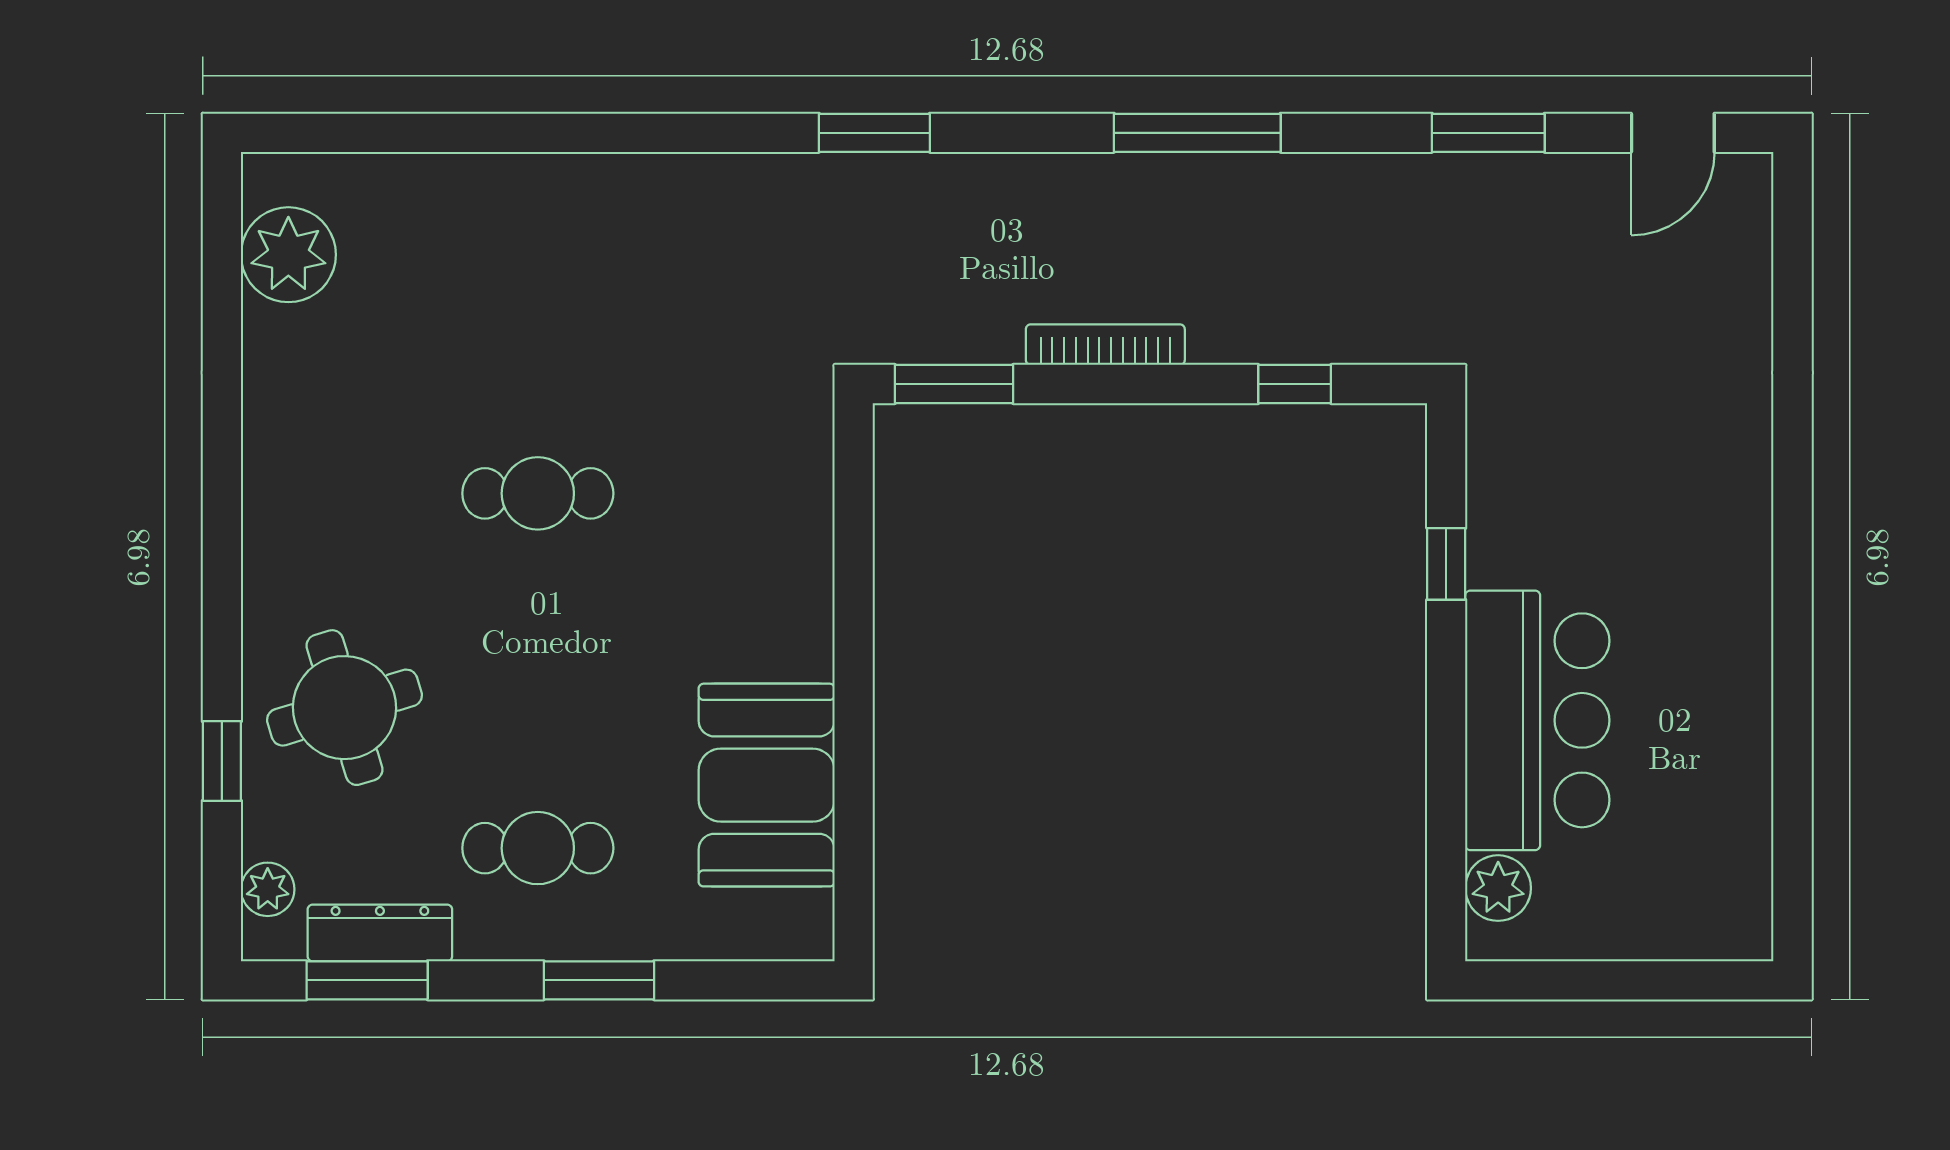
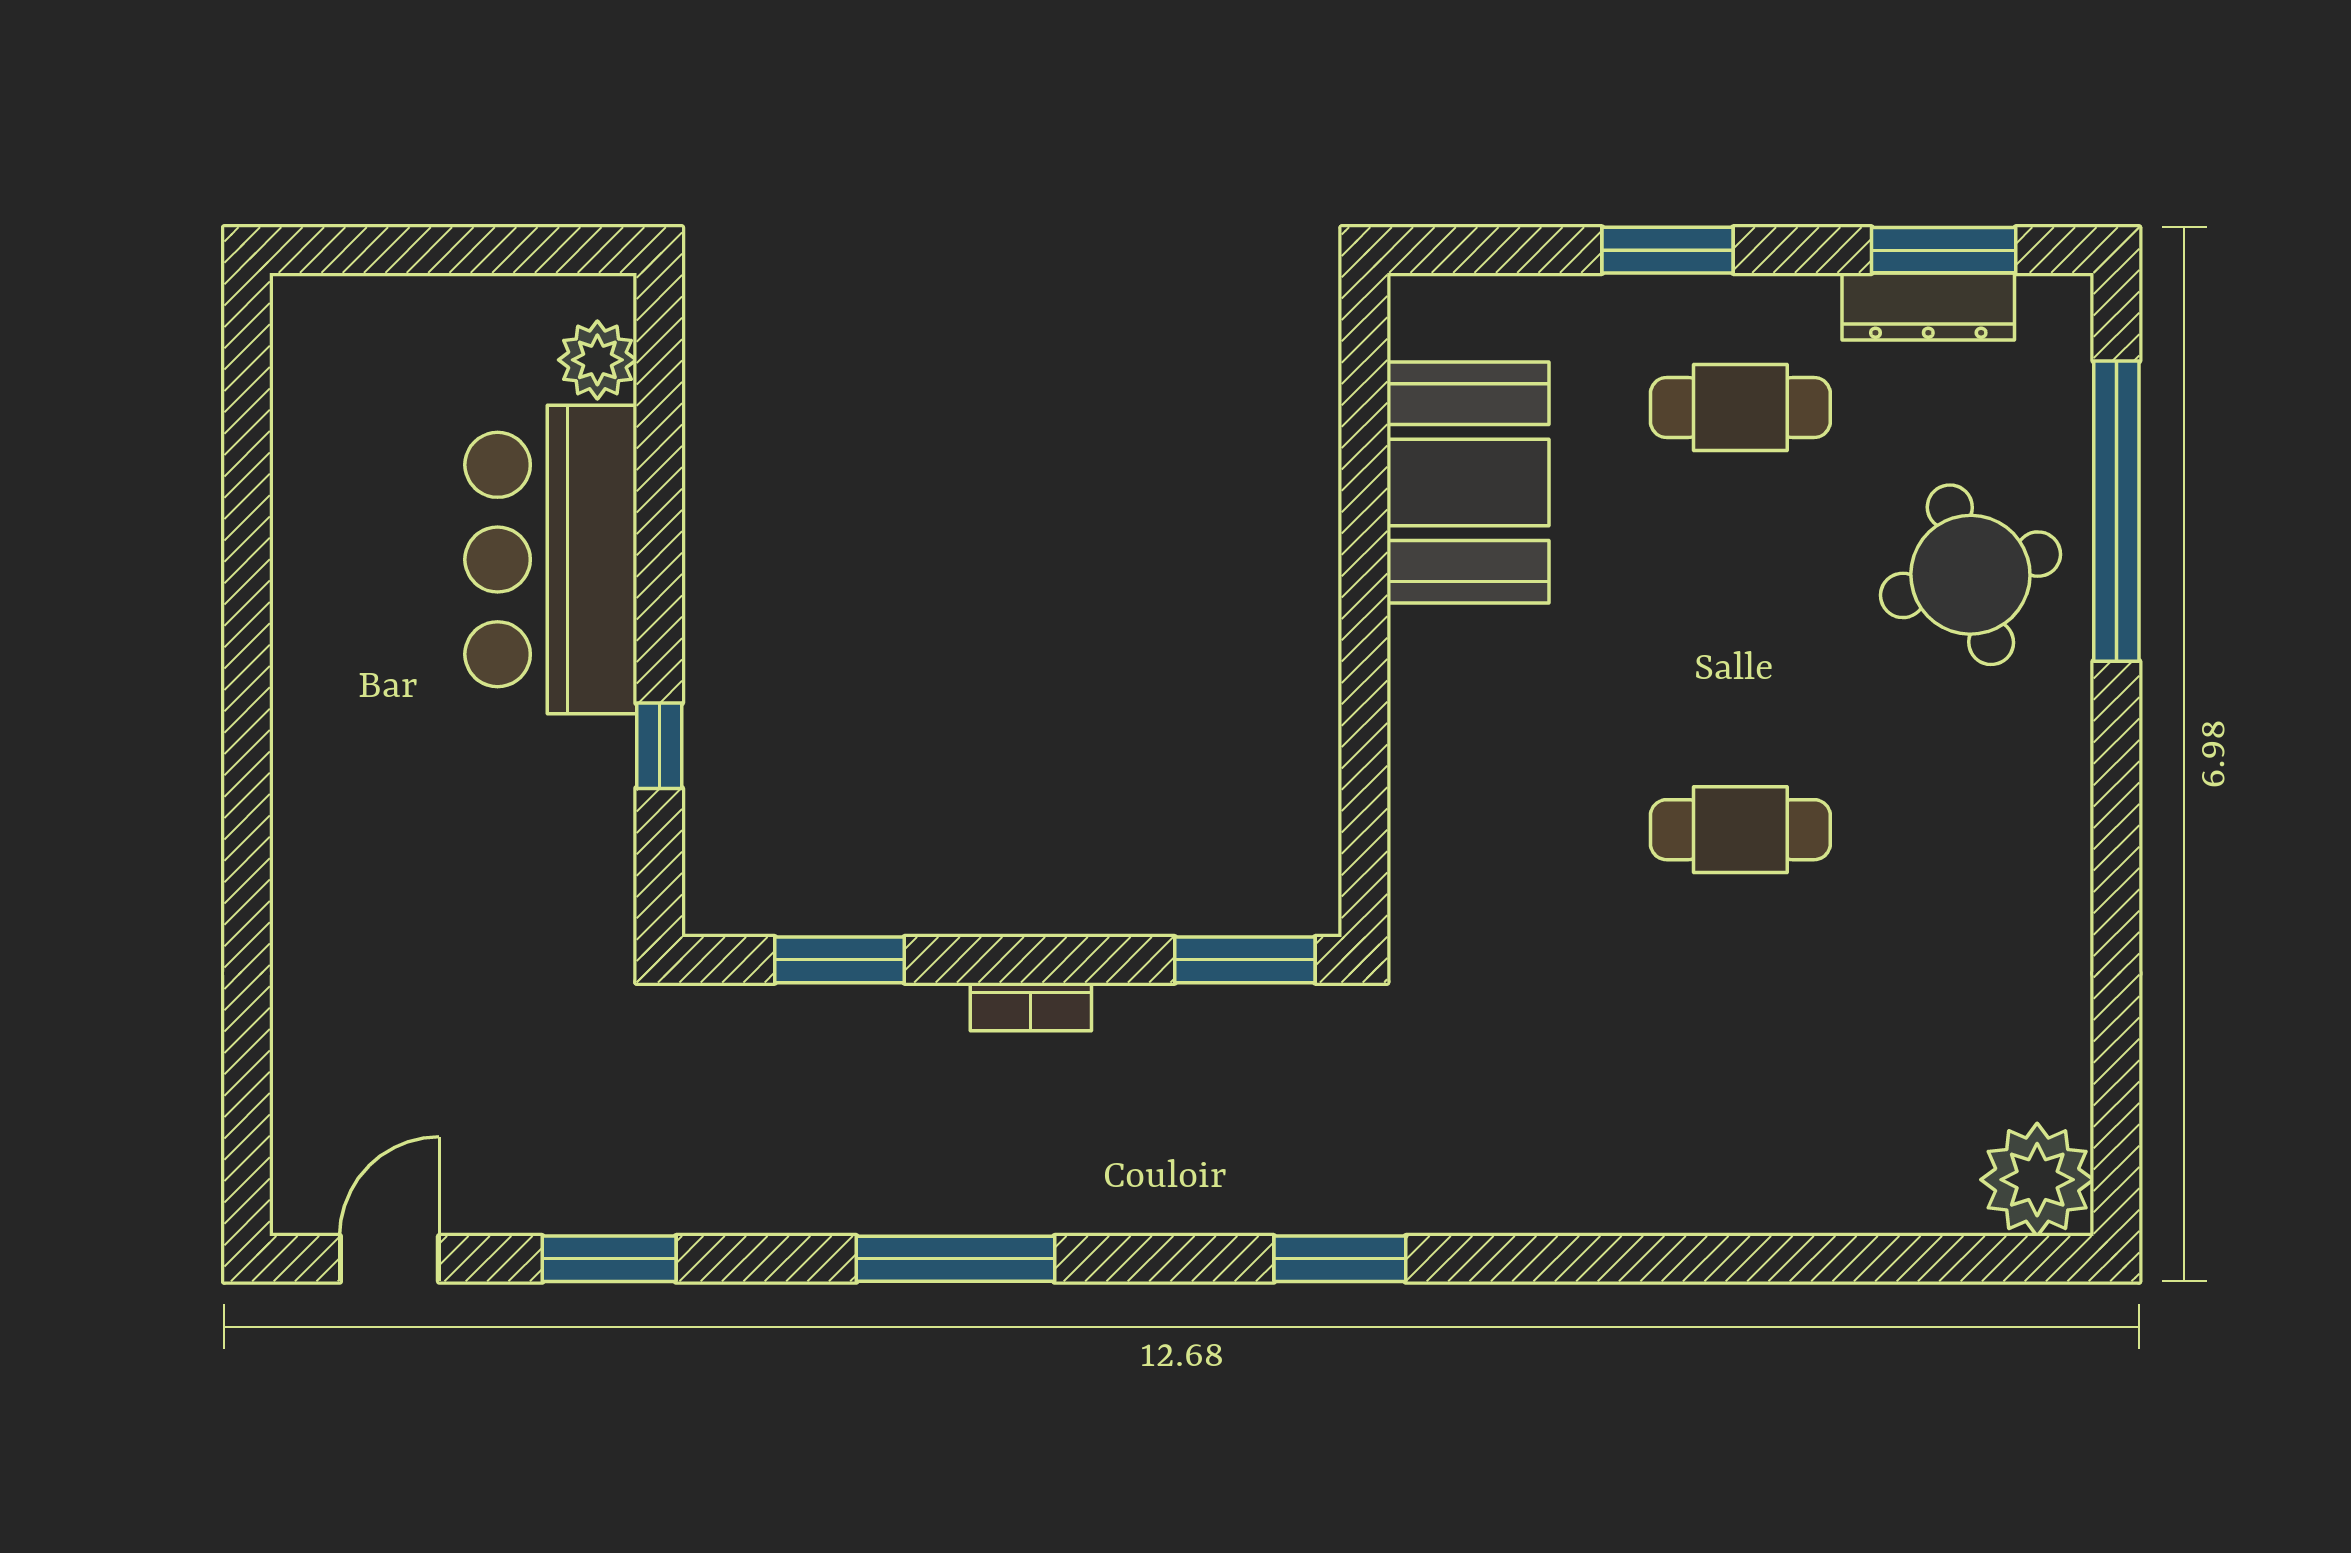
plant: (288, 255) -> (2037, 1180), moved
bookcase: (1105, 345) -> (1031, 1007), width x0.64
window: (1295, 384) -> (840, 960), width x1.50
window: (222, 761) -> (2116, 511), width x3.17
plant: (268, 889) -> (2062, 358), removed

